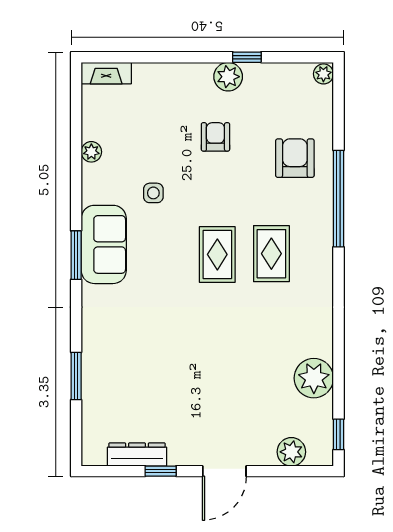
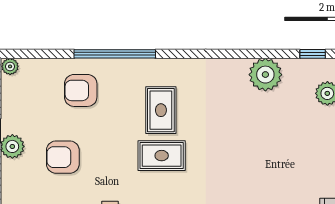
armchair: (215, 137) -> (63, 157), width x1.38, depth x1.38
rug: (271, 254) -> (161, 110), turned 90

